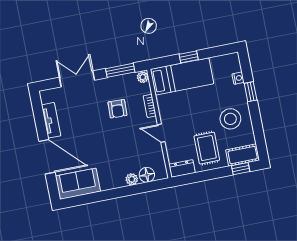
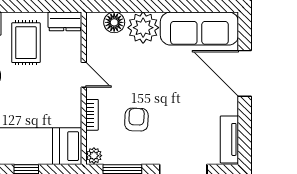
tv unit: (51, 120) -> (229, 139), moved
plant: (132, 179) -> (143, 28), width x1.87, depth x1.87
sofa: (78, 184) -> (199, 29), width x1.36

